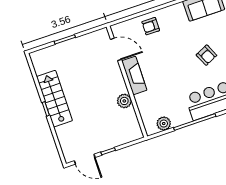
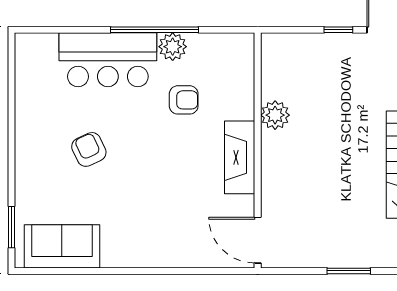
armchair: (151, 26) -> (184, 100), moved
door: (116, 49) -> (258, 240), moved
plant: (164, 124) -> (173, 47), moved

